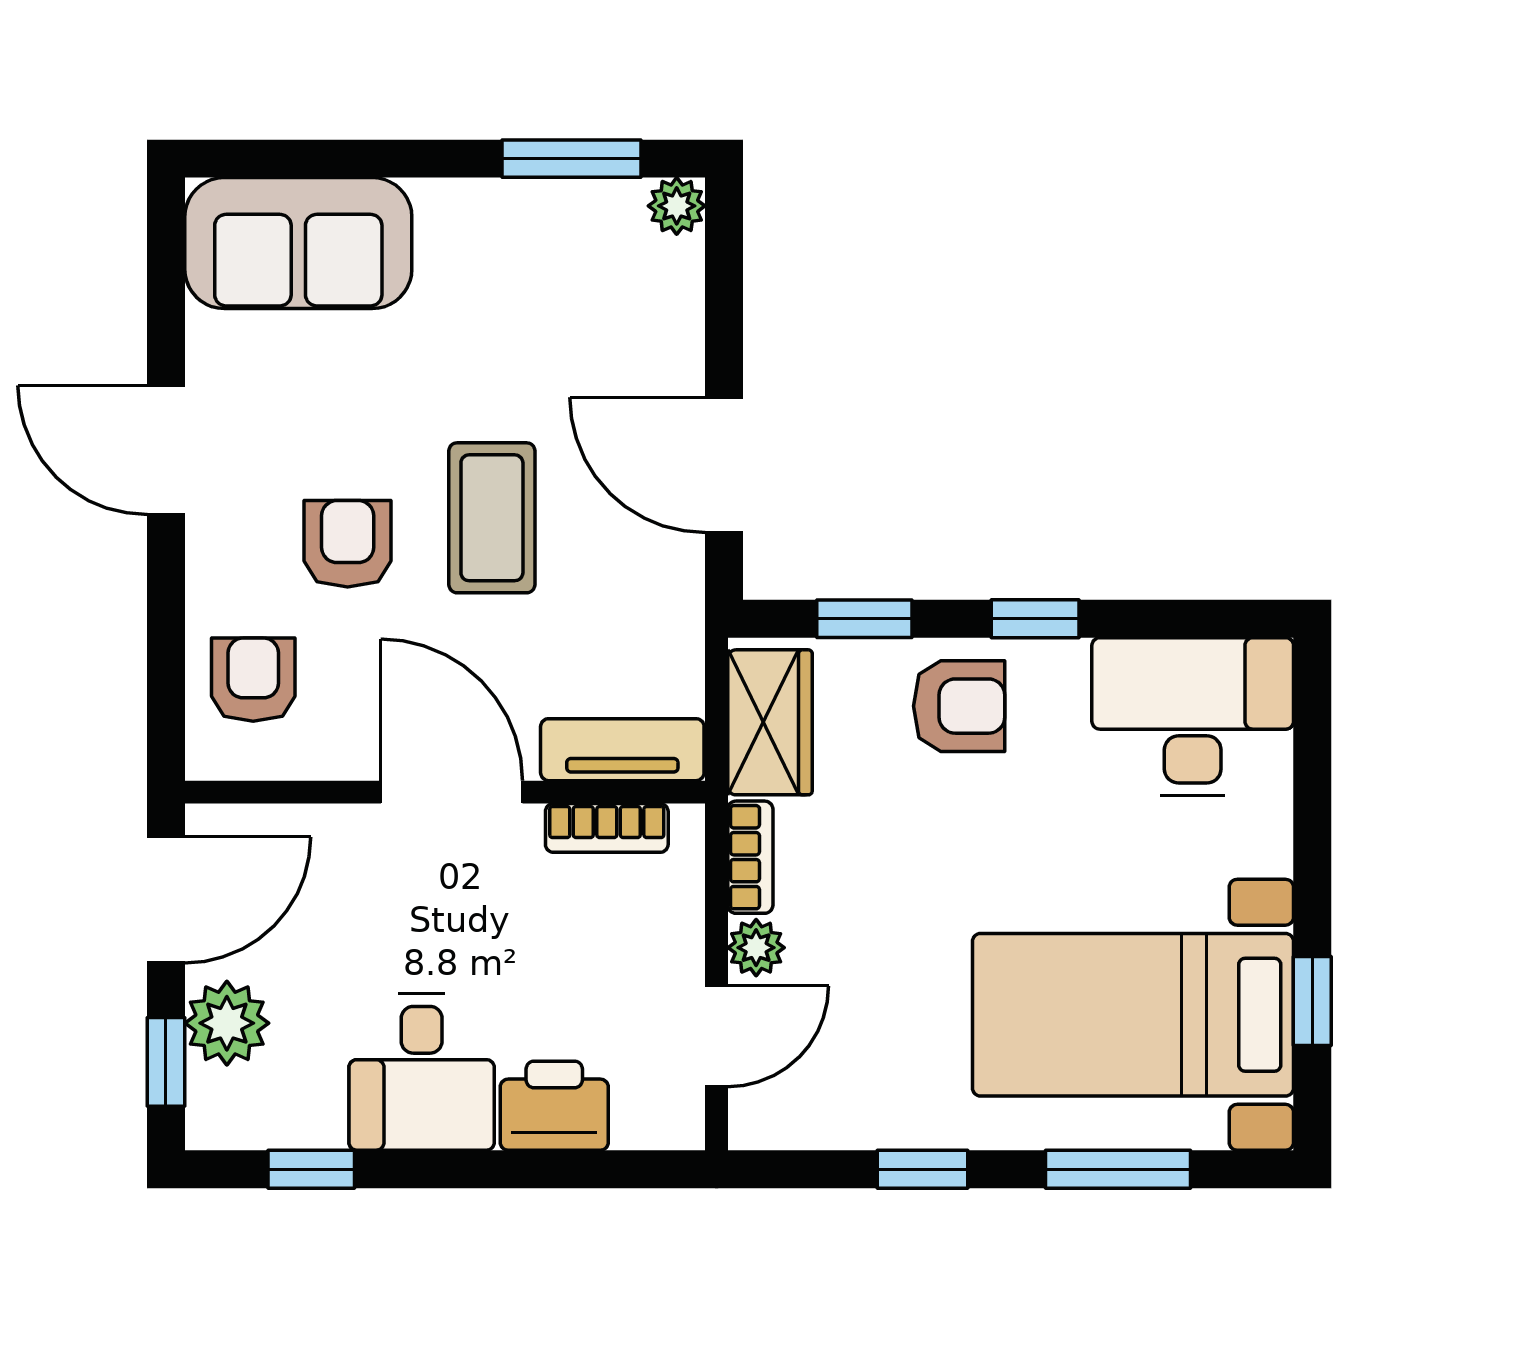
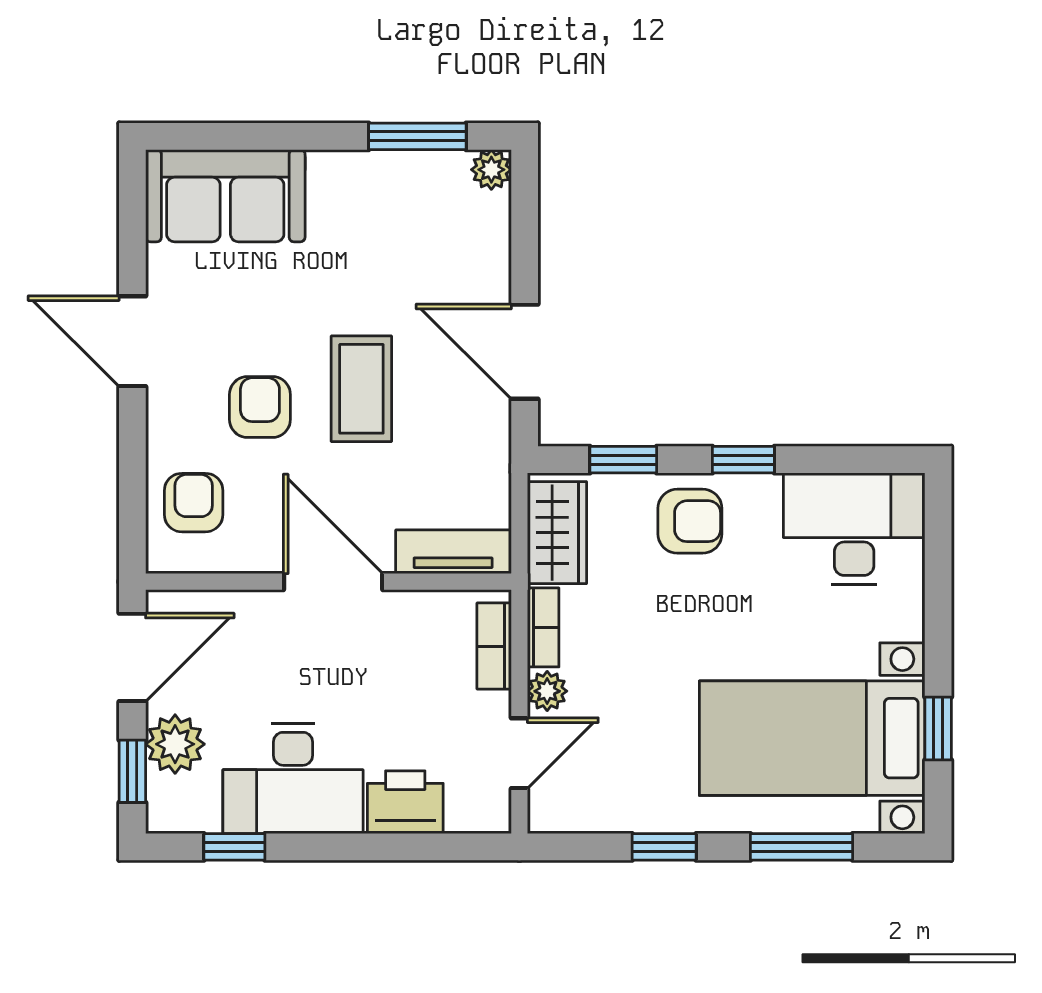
bookcase: (607, 828) -> (494, 646), moved, turned 90
desk: (422, 1072) -> (293, 778), width x1.37

